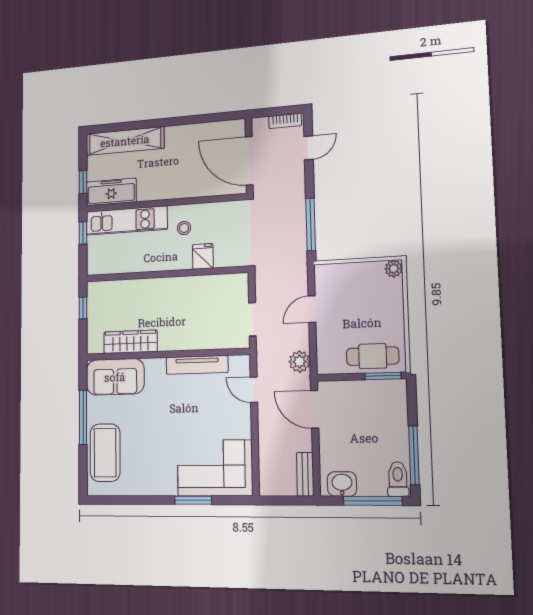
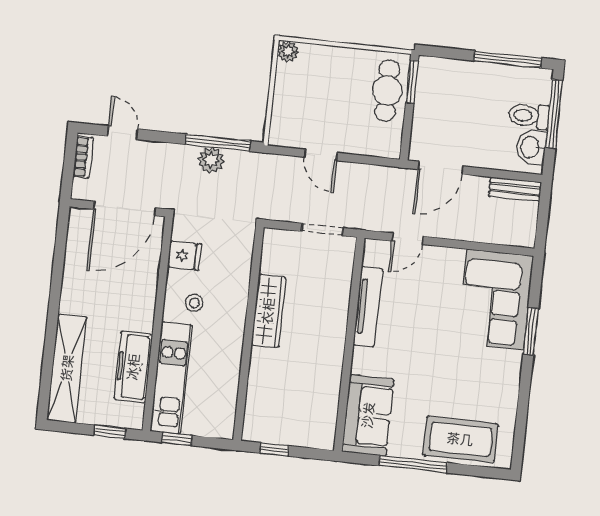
freezer: (111, 192) -> (133, 367), moved
fridge: (203, 256) -> (184, 256), moved, turned 180
wardrobe: (130, 342) -> (268, 311), moved, turned 180
plant: (300, 362) -> (211, 160), moved
toilet: (398, 479) -> (529, 116), moved

